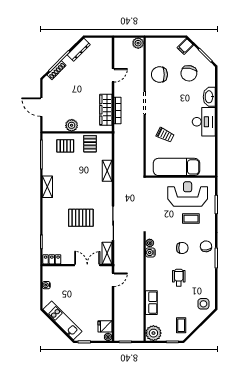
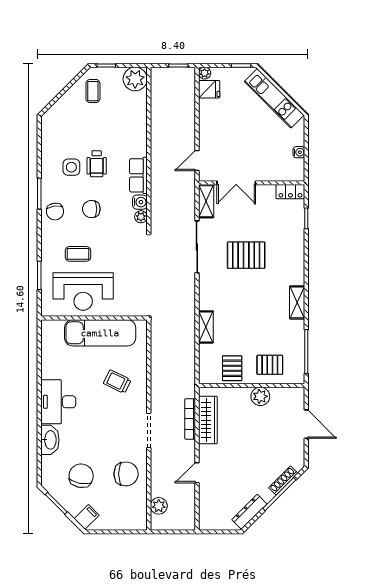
plant: (138, 43) -> (159, 506), moved
row of seats: (151, 303) -> (138, 175), moved
side table: (203, 304) -> (71, 167), moved

